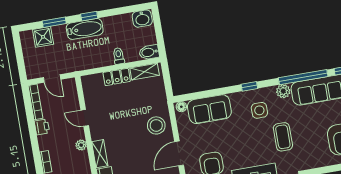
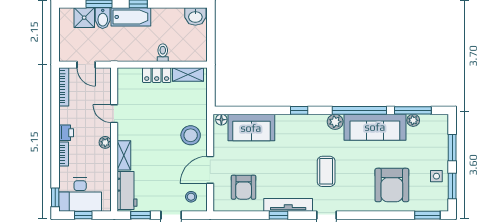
bidet: (149, 52) -> (103, 18), moved, turned -90
side table: (259, 110) -> (306, 138), removed
printer: (42, 127) -> (66, 133), moved

